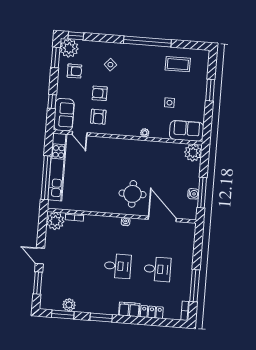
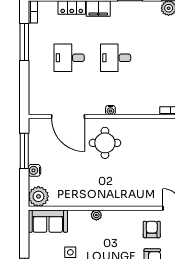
water cooler: (193, 194) -> (34, 170), moved

